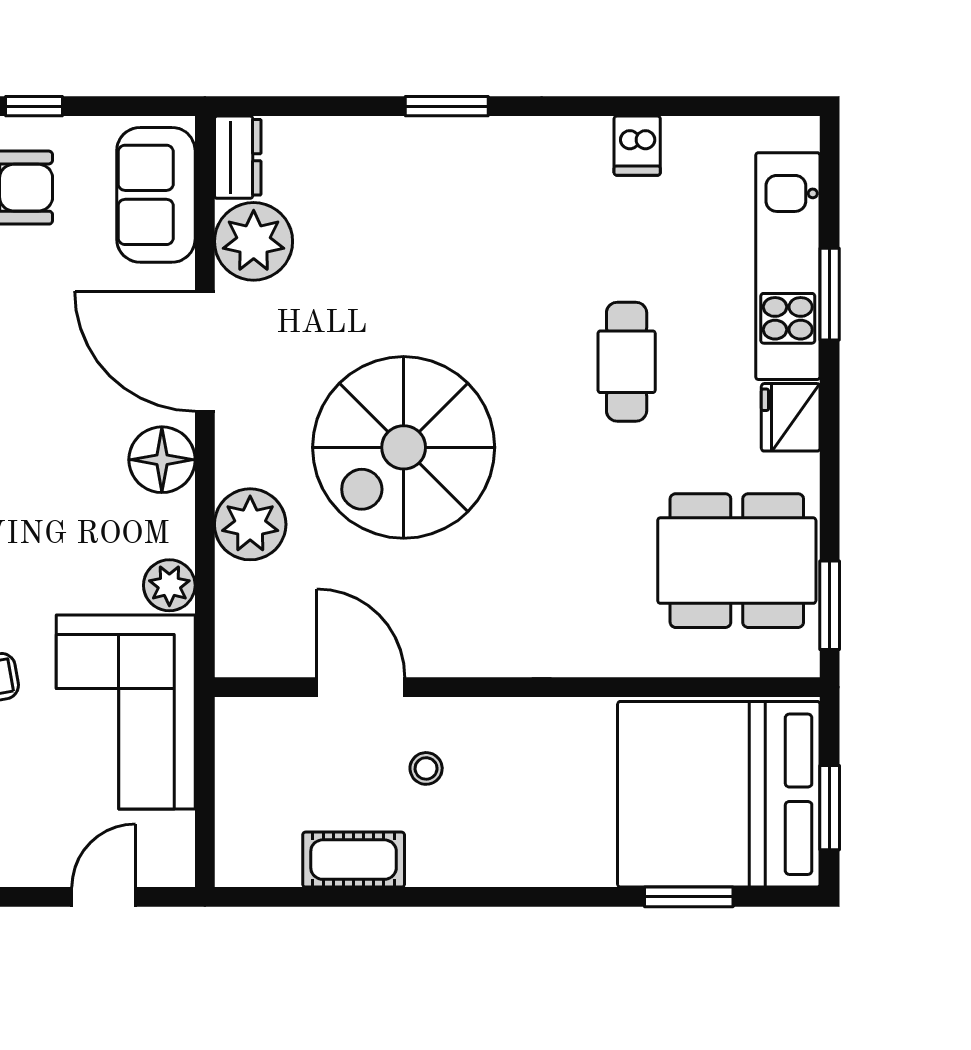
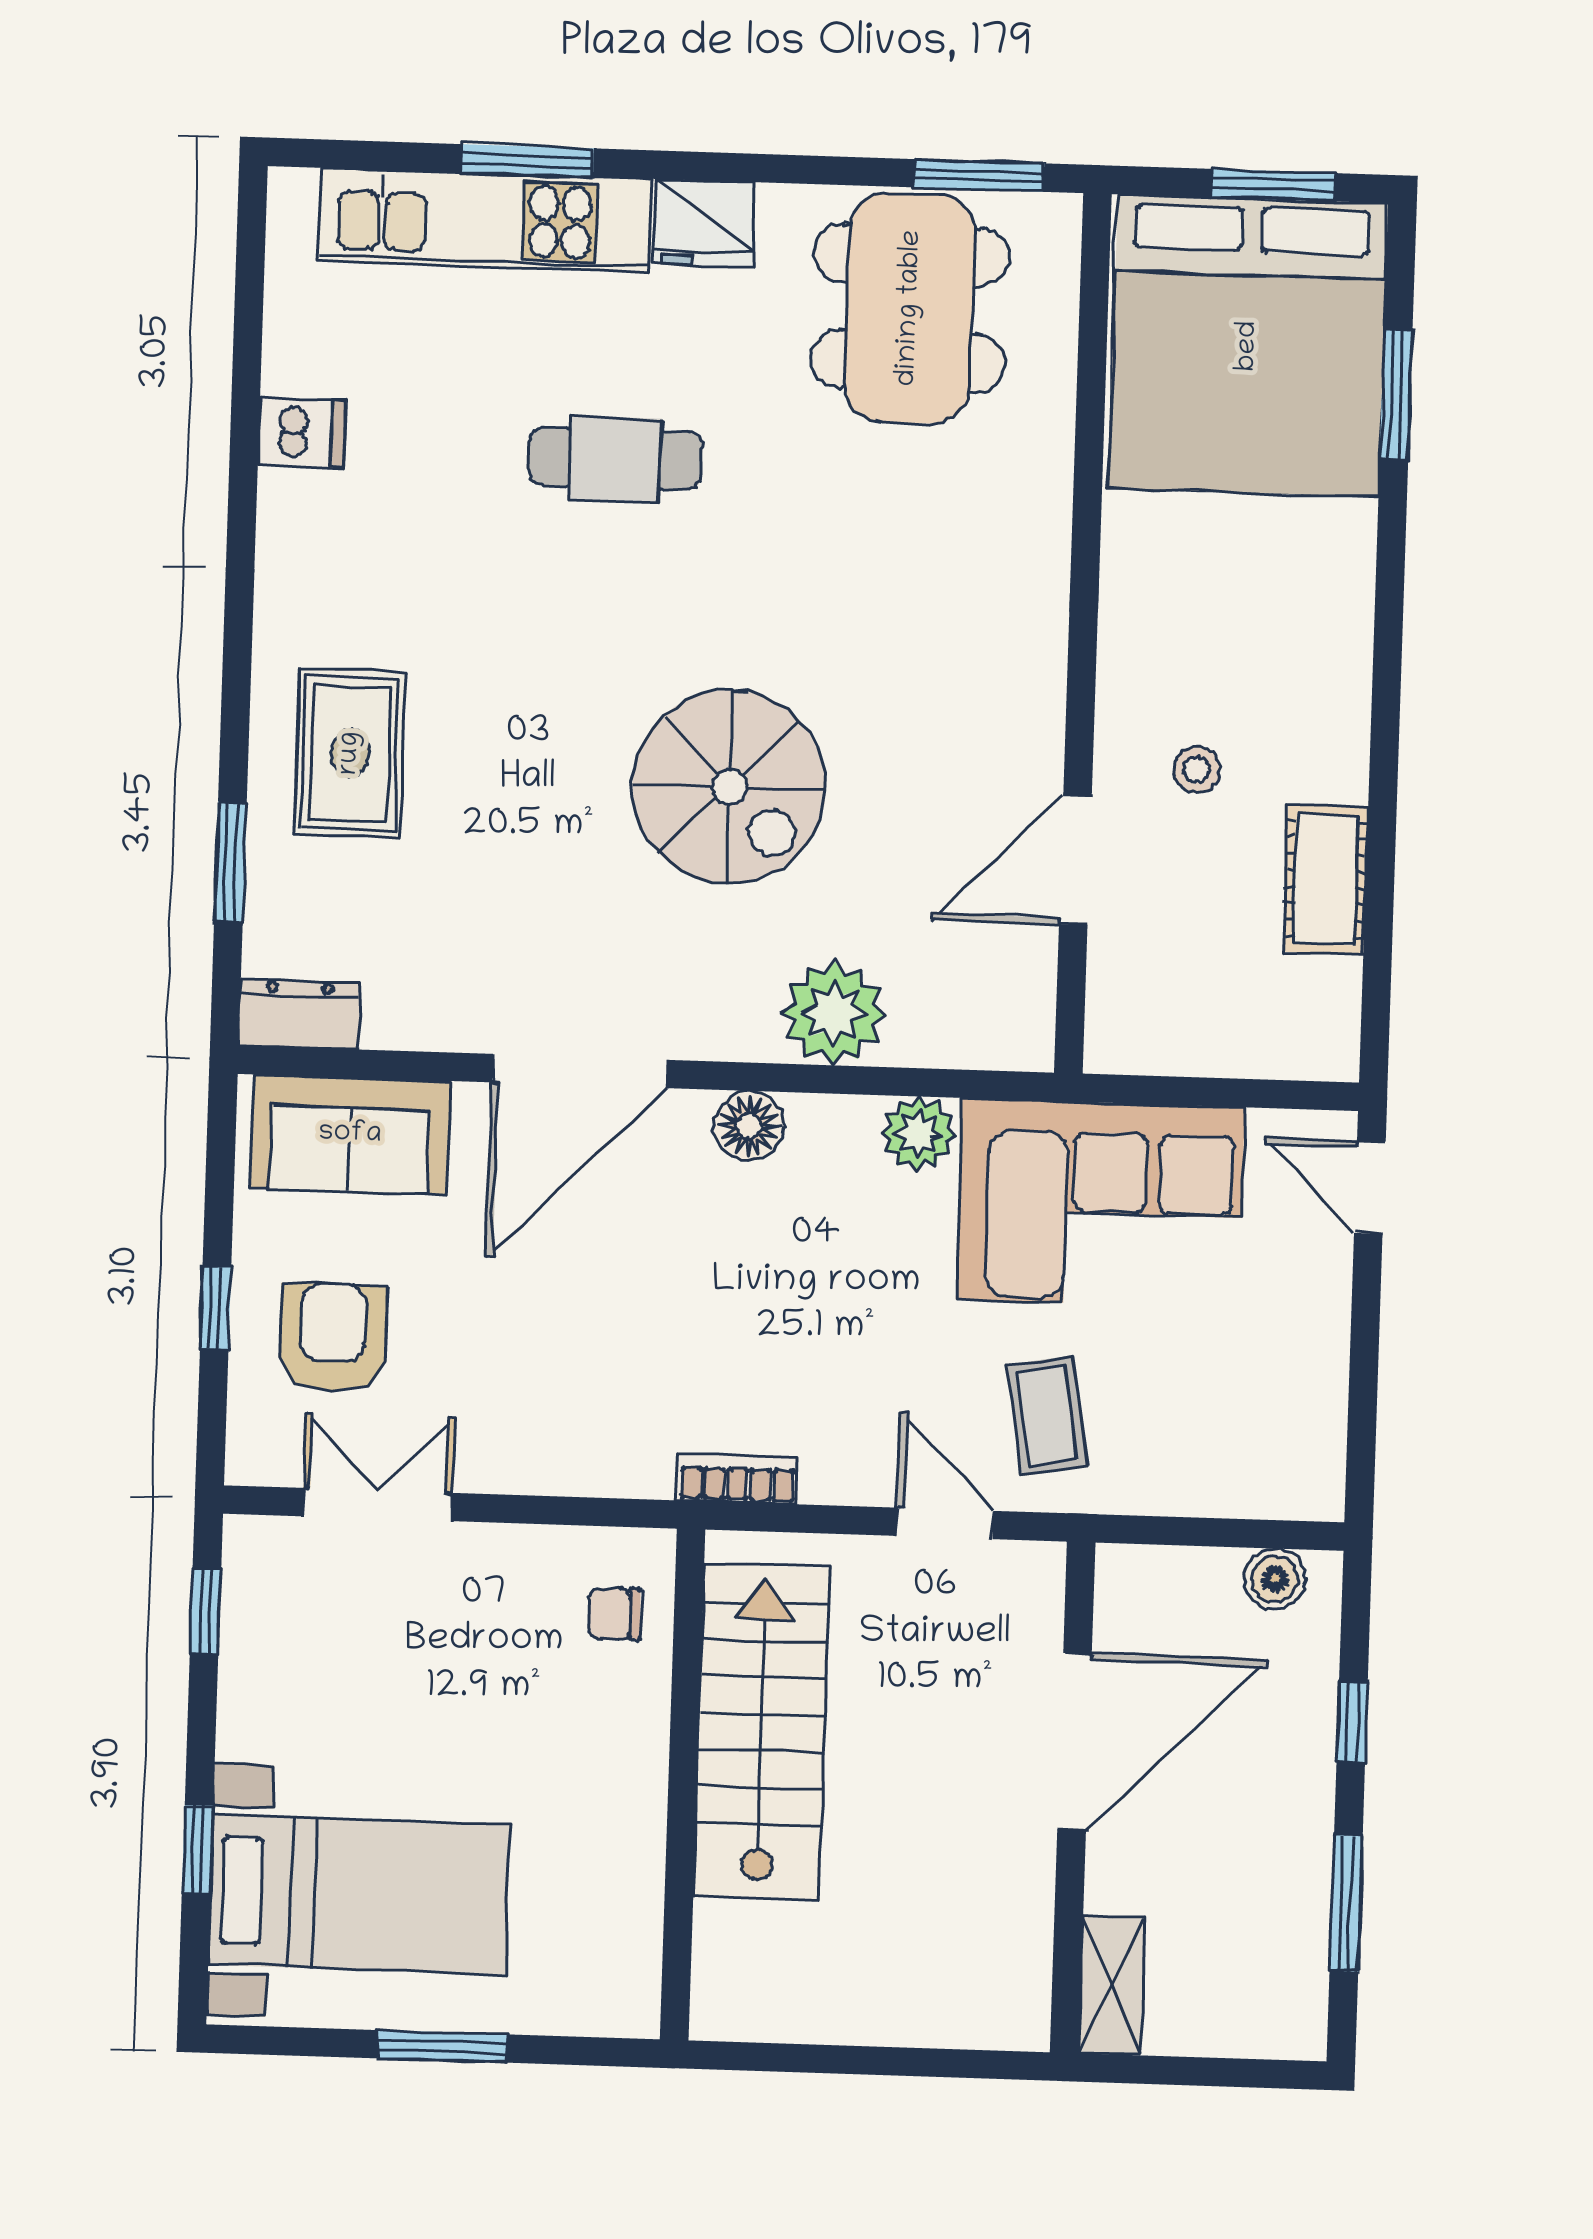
window: (447, 106) -> (230, 862), moved
rug: (418, 186) -> (350, 753), added
plant: (254, 241) -> (423, 995), removed
spiral stairs: (404, 447) -> (729, 787), width x0.73, depth x0.73
floor lamp: (162, 460) -> (749, 1126), width x0.73, depth x0.73
door: (104, 897) -> (1370, 1187), moved

